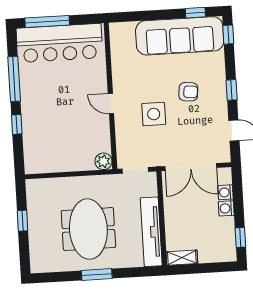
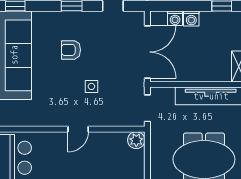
armchair: (188, 92) -> (71, 50), turned -96
side table: (154, 114) -> (91, 86), width x0.54, depth x0.54

